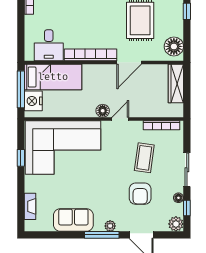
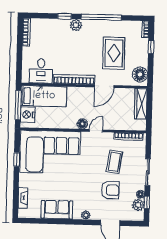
armchair: (140, 194) -> (110, 190), turned -90
plant: (176, 224) -> (138, 205), moved
window: (102, 235) -> (79, 222), removed

